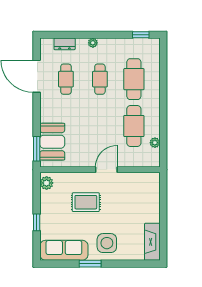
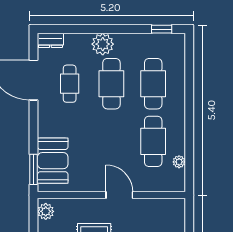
plant: (93, 43) -> (103, 44), width x1.88, depth x1.88
dresser: (65, 44) -> (50, 40), moved
cafe table: (100, 79) -> (111, 84), width x1.37, depth x1.35
door: (106, 170) -> (119, 195), hinge flipped

